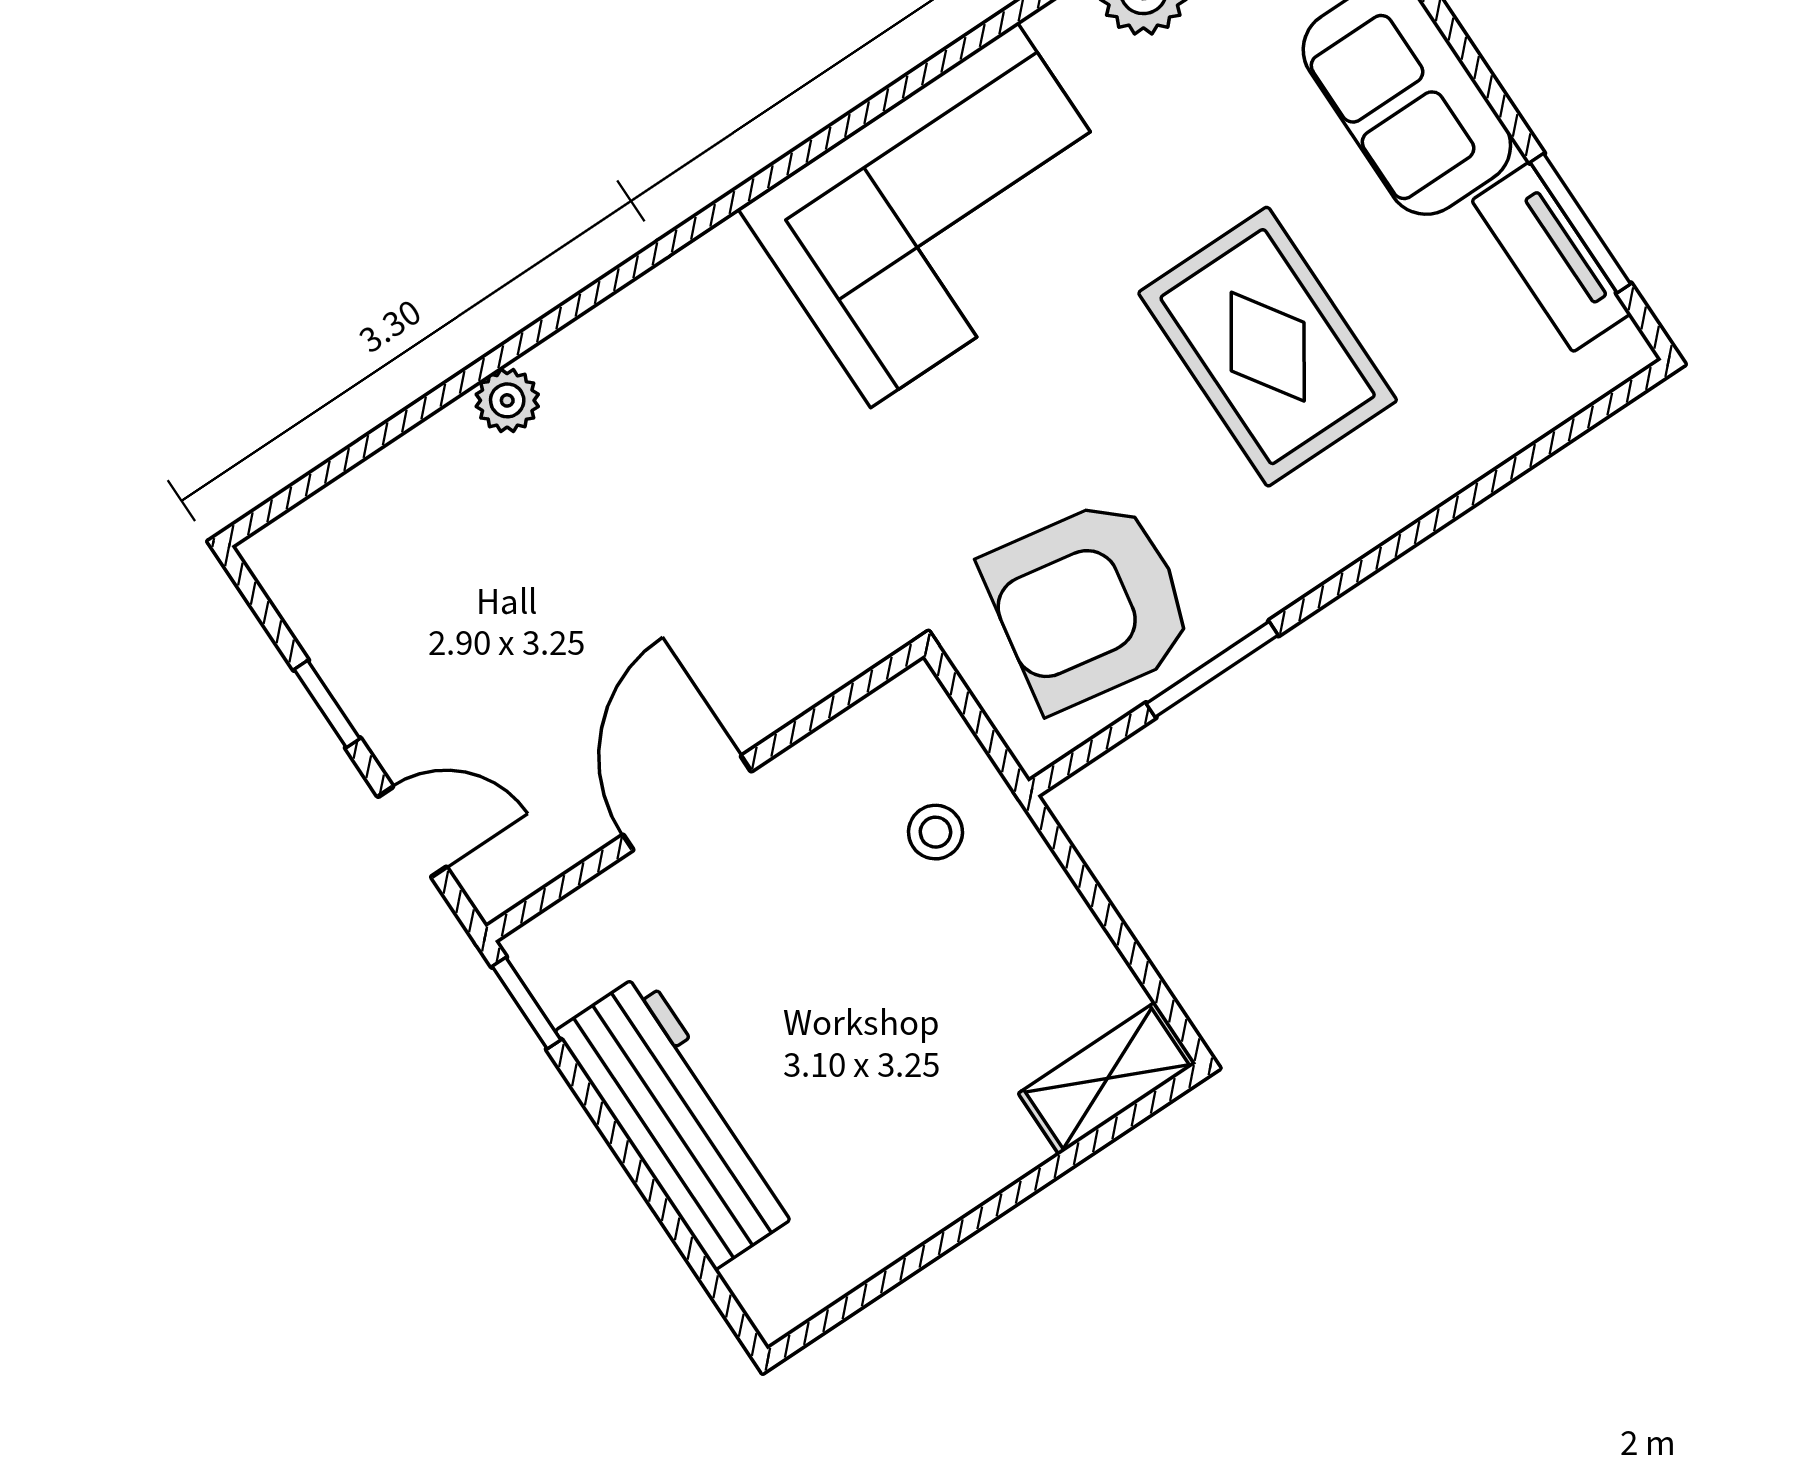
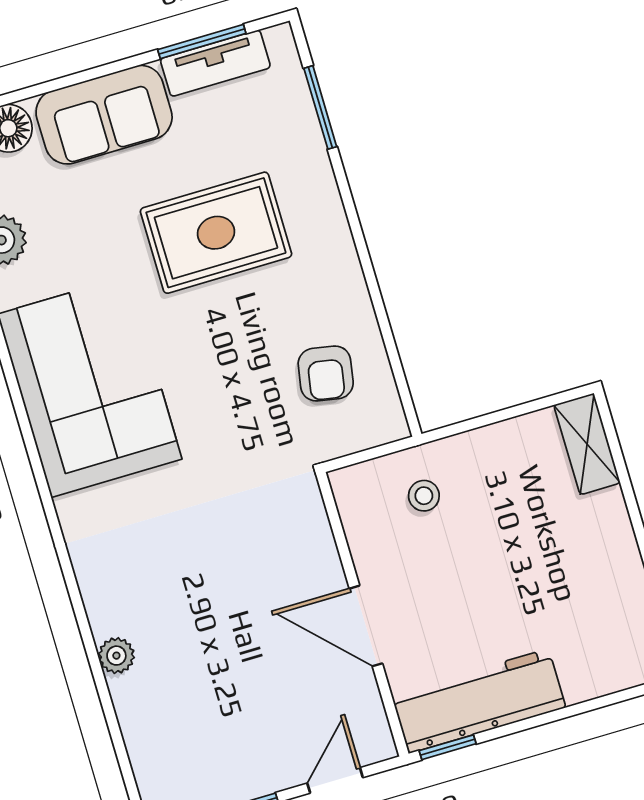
armchair: (1089, 604) -> (326, 373), width x0.53, depth x0.53
window: (1212, 669) -> (320, 107), moved
workbench: (680, 1121) -> (479, 701), moved

